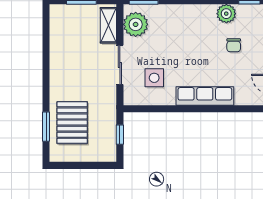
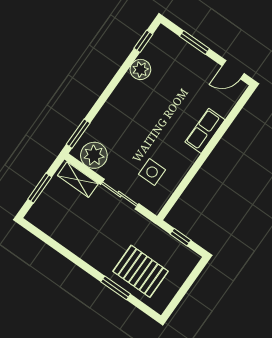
chair: (234, 45) -> (173, 82), removed
row of seats: (205, 96) -> (205, 131), width x0.68
window: (46, 127) -> (116, 288), moved

